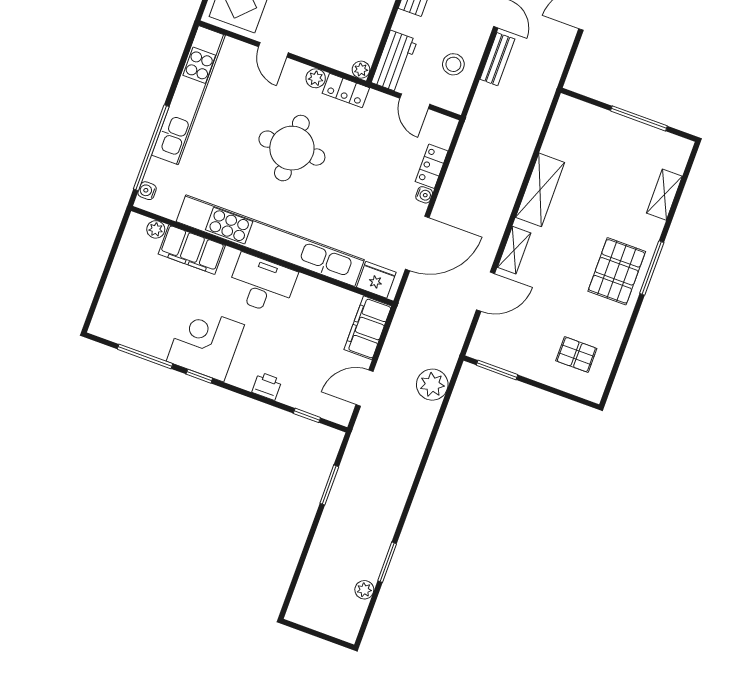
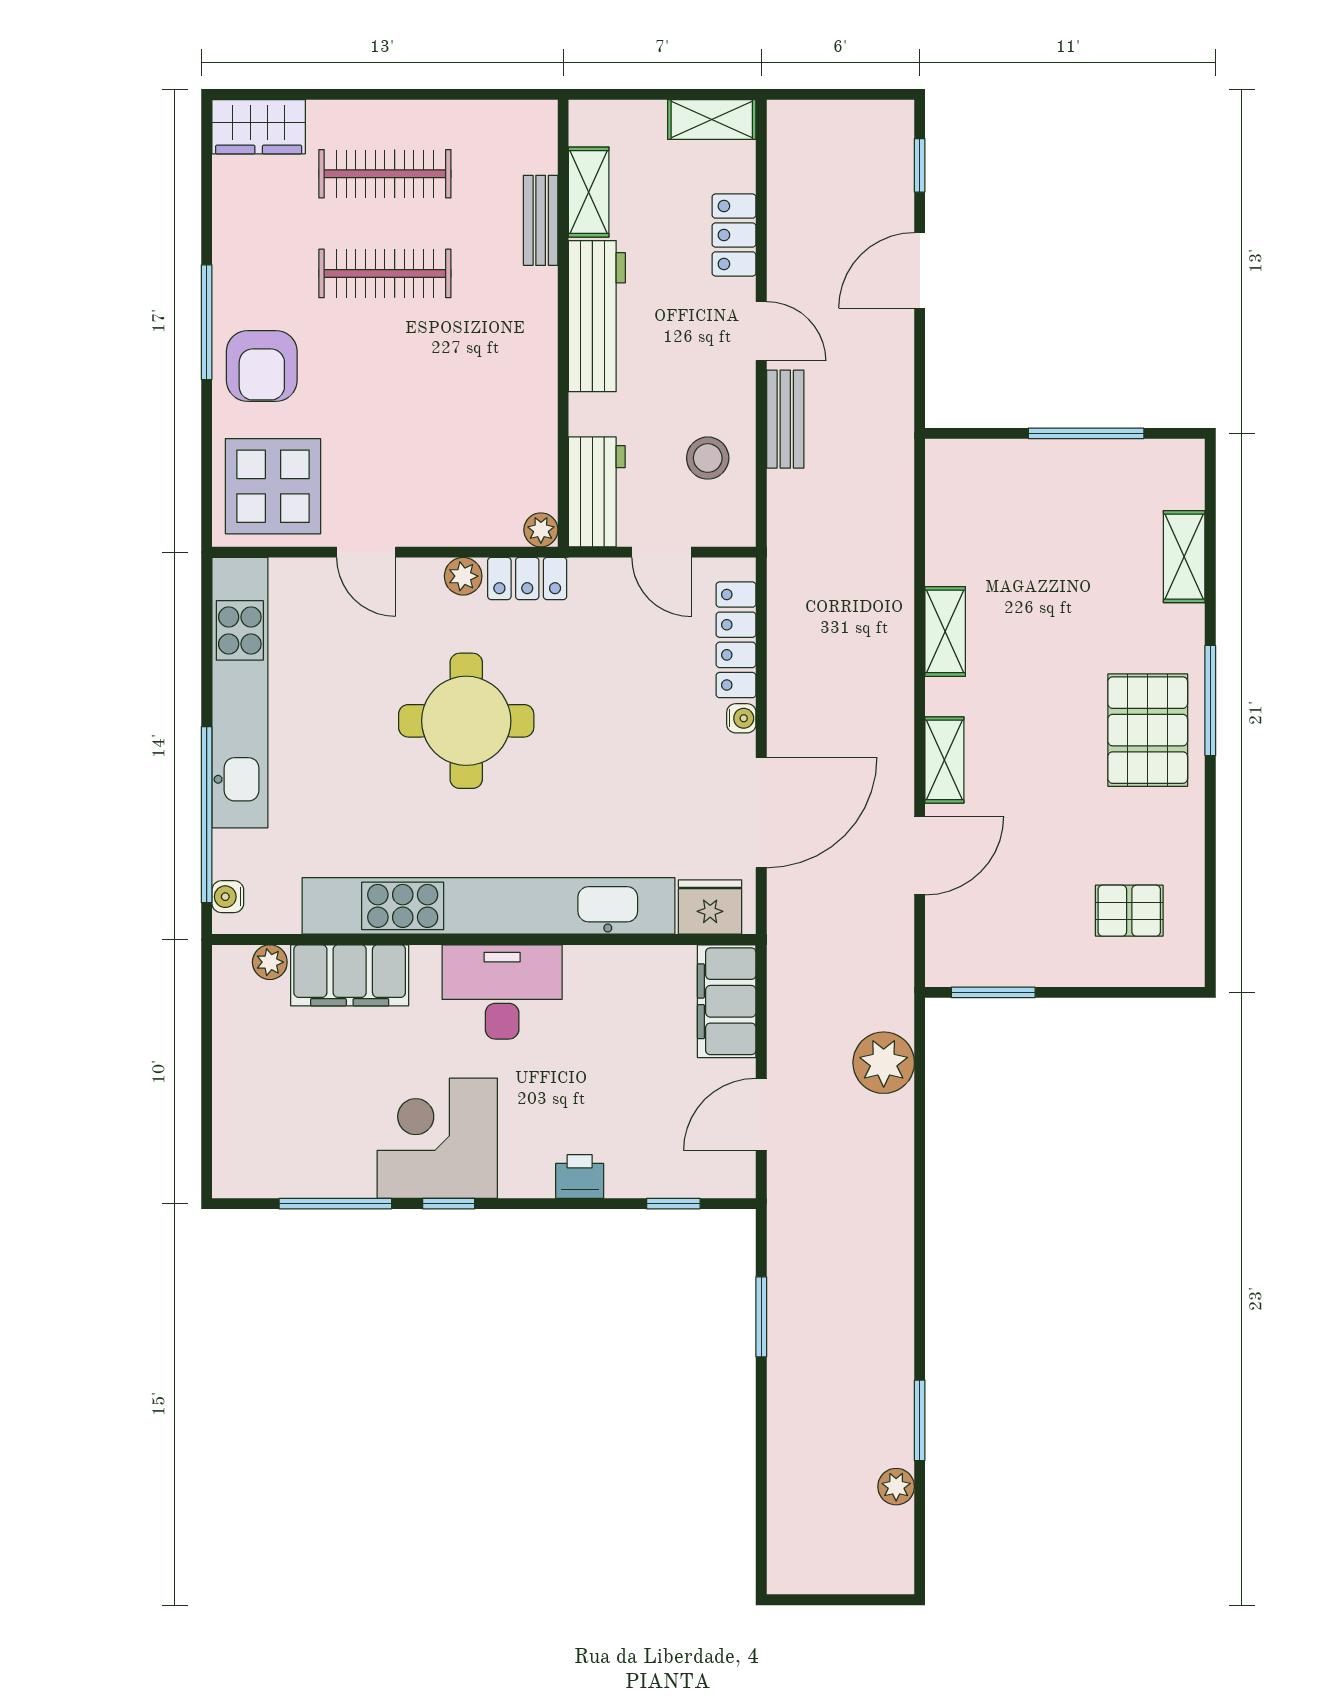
locker: (432, 166) -> (736, 640), width x1.53
shelving: (540, 190) -> (945, 631), width x0.67, depth x0.75

